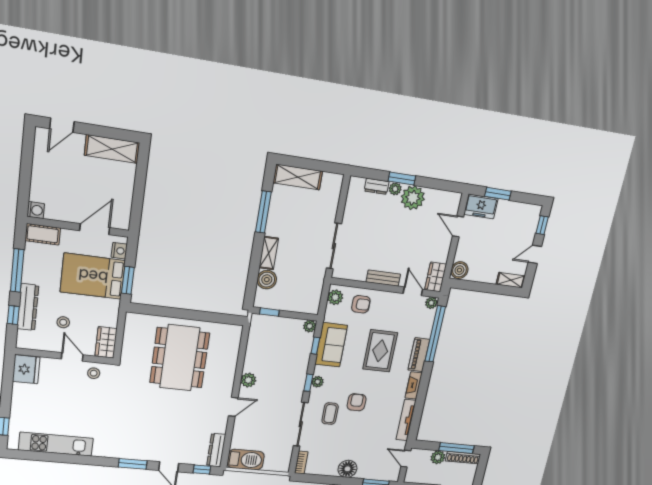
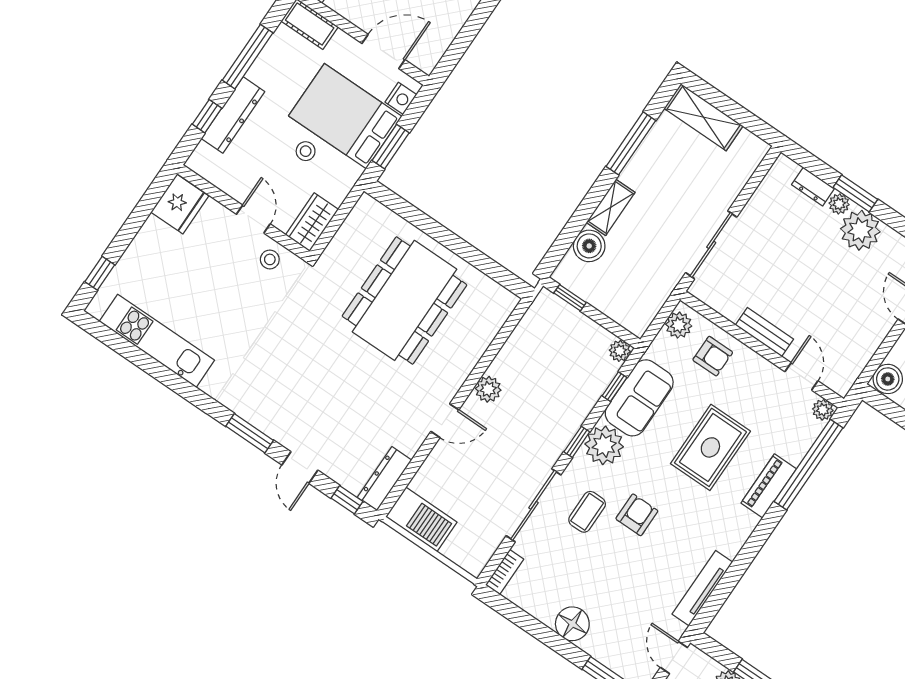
wardrobe: (436, 277) -> (846, 371), removed
stool: (63, 322) -> (306, 151), moved
plant: (318, 382) -> (604, 445), width x1.87, depth x1.87
fireplace: (414, 385) -> (739, 534), removed

